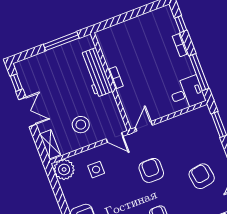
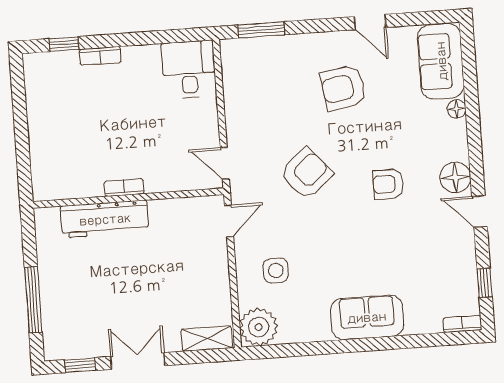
window: (61, 41) -> (33, 300), moved
window: (199, 72) -> (158, 37), removed
stool: (81, 125) -> (188, 274), removed
armchair: (151, 170) -> (306, 174), turned 139

